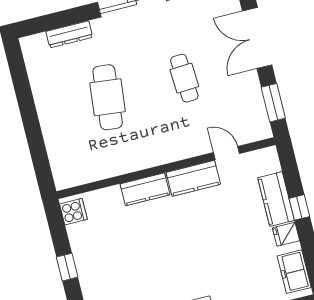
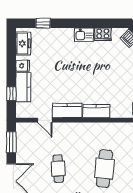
window: (299, 207) -> (11, 94), moved

